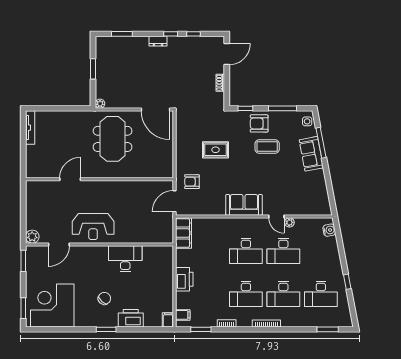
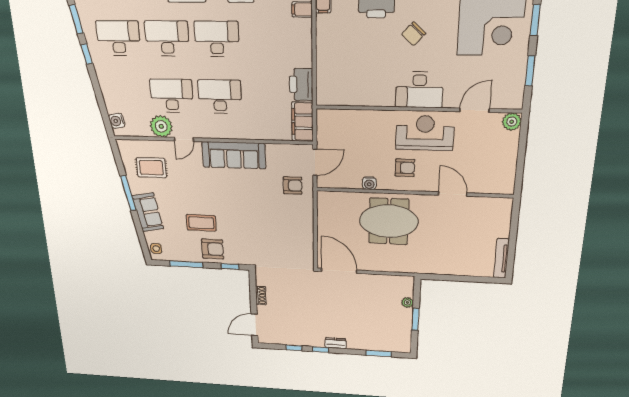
plant: (100, 104) -> (407, 302), moved
meeting table: (113, 139) -> (389, 221), moved, turned 90
window: (321, 143) -> (128, 193), moved
rug: (216, 150) -> (151, 168), moved
door: (70, 179) -> (453, 194), swing flipped
water cooler: (133, 186) -> (369, 183), added
armchair: (107, 199) -> (405, 168), added
sofa: (244, 205) -> (234, 155), width x1.36
door: (276, 217) -> (184, 139), swing flipped
plant: (289, 222) -> (161, 126), width x1.88, depth x1.88
desk: (125, 259) -> (419, 90), moved
window: (23, 261) -> (530, 71), moved
printer: (184, 279) -> (301, 84), moved
window: (352, 308) -> (76, 19), added

